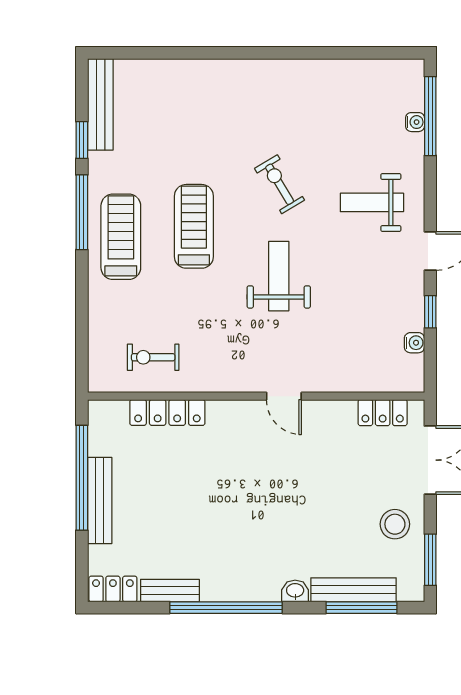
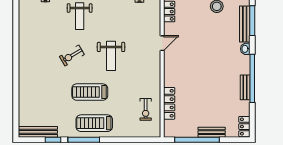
weight bench: (279, 276) -> (111, 56), turned -90
door: (284, 396) -> (162, 43), moved
bench: (100, 500) -> (212, 132), width x0.73
bench: (170, 591) -> (245, 87), moved

